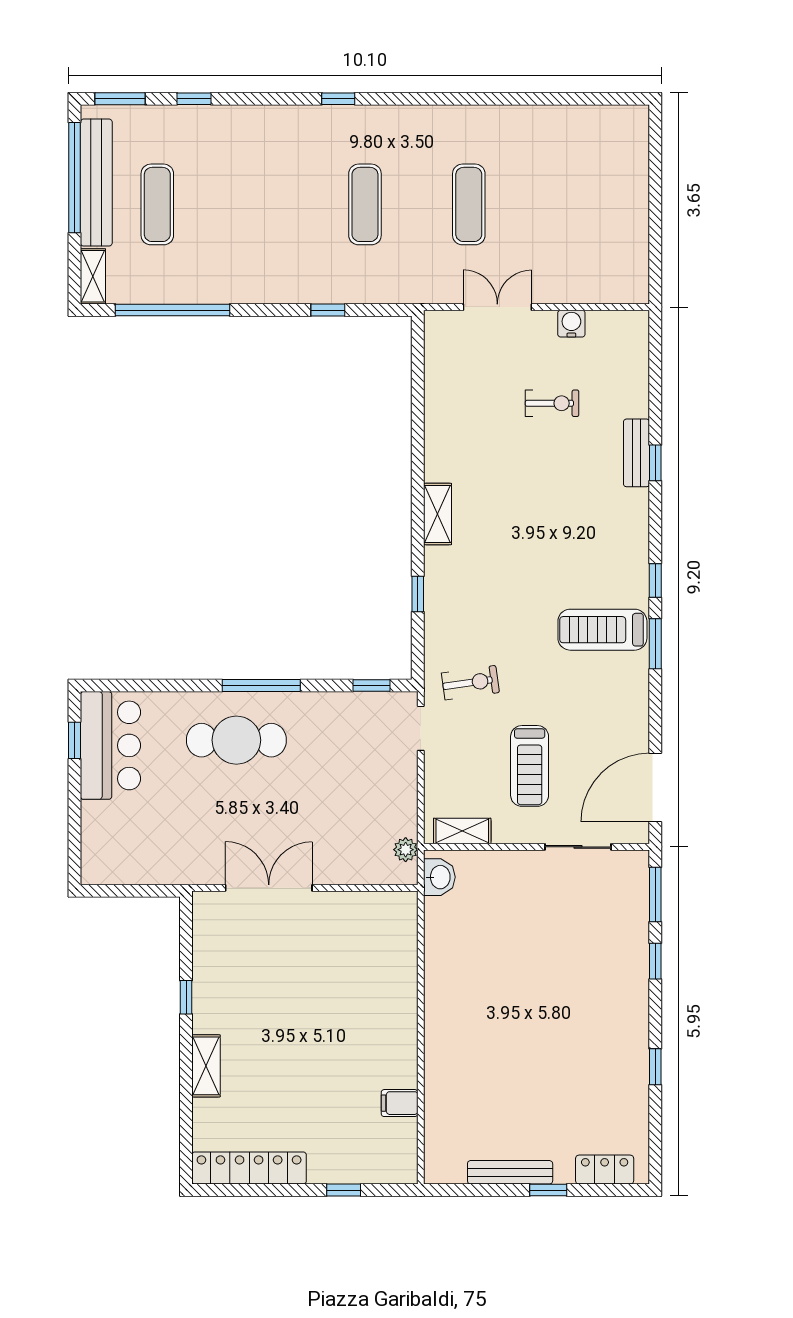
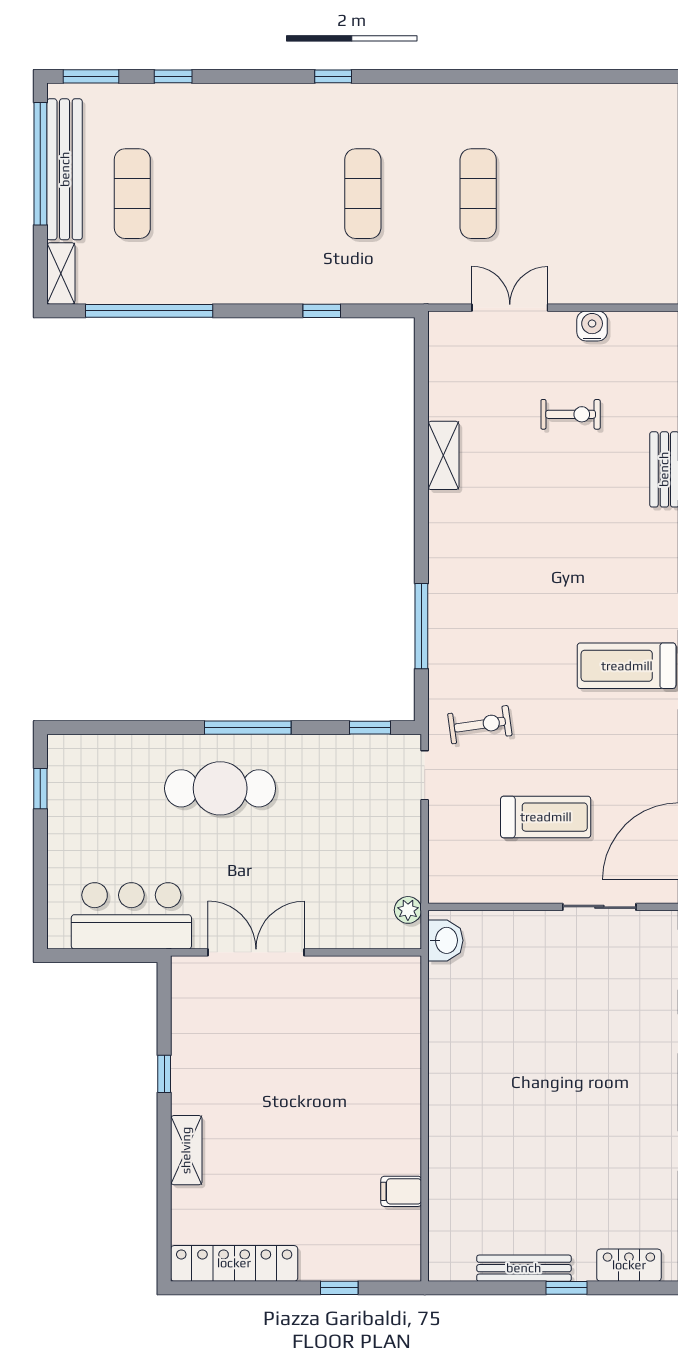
shelving: (438, 514) -> (443, 455), moved
window: (418, 594) -> (421, 626), width x2.17
bar counter: (110, 745) -> (131, 916), moved, turned -90
treadmill: (530, 766) -> (546, 817), turned -90
shelving: (462, 831) -> (471, 889), removed

